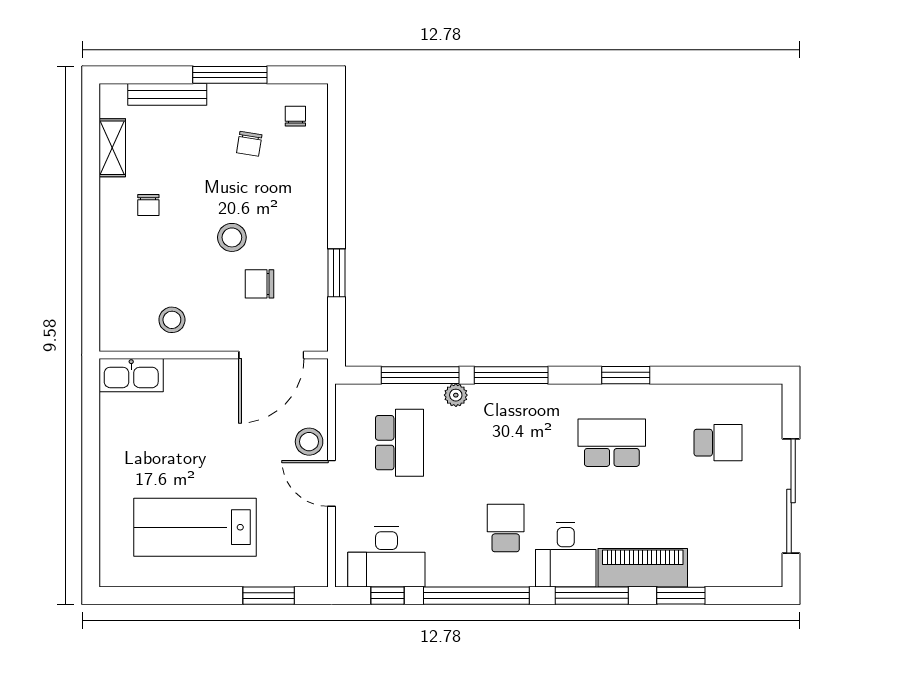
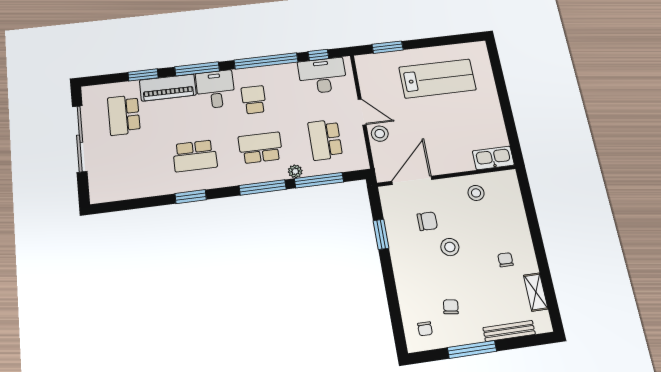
school desk: (506, 443) -> (261, 148), added
school desk: (718, 443) -> (124, 115), moved, width x1.85
school desk: (506, 528) -> (254, 100), turned 180

